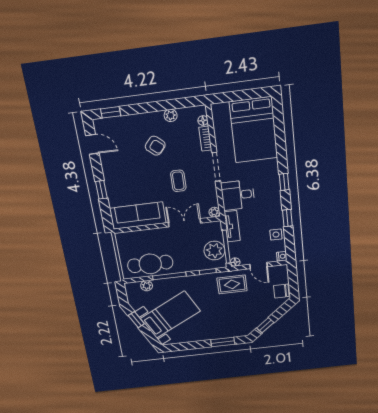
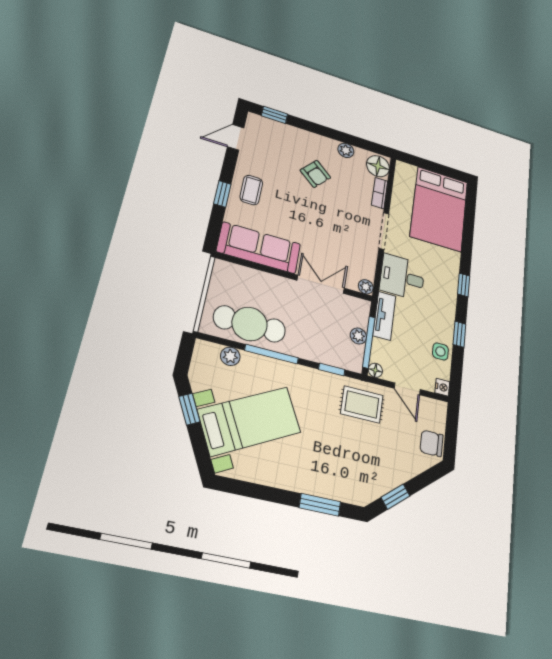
floor lamp: (203, 120) -> (378, 166), width x1.89, depth x1.89
door: (92, 144) -> (236, 137), swing flipped
coffee table: (178, 181) -> (251, 190), moved
plant: (214, 251) -> (358, 336), width x0.53, depth x0.53

